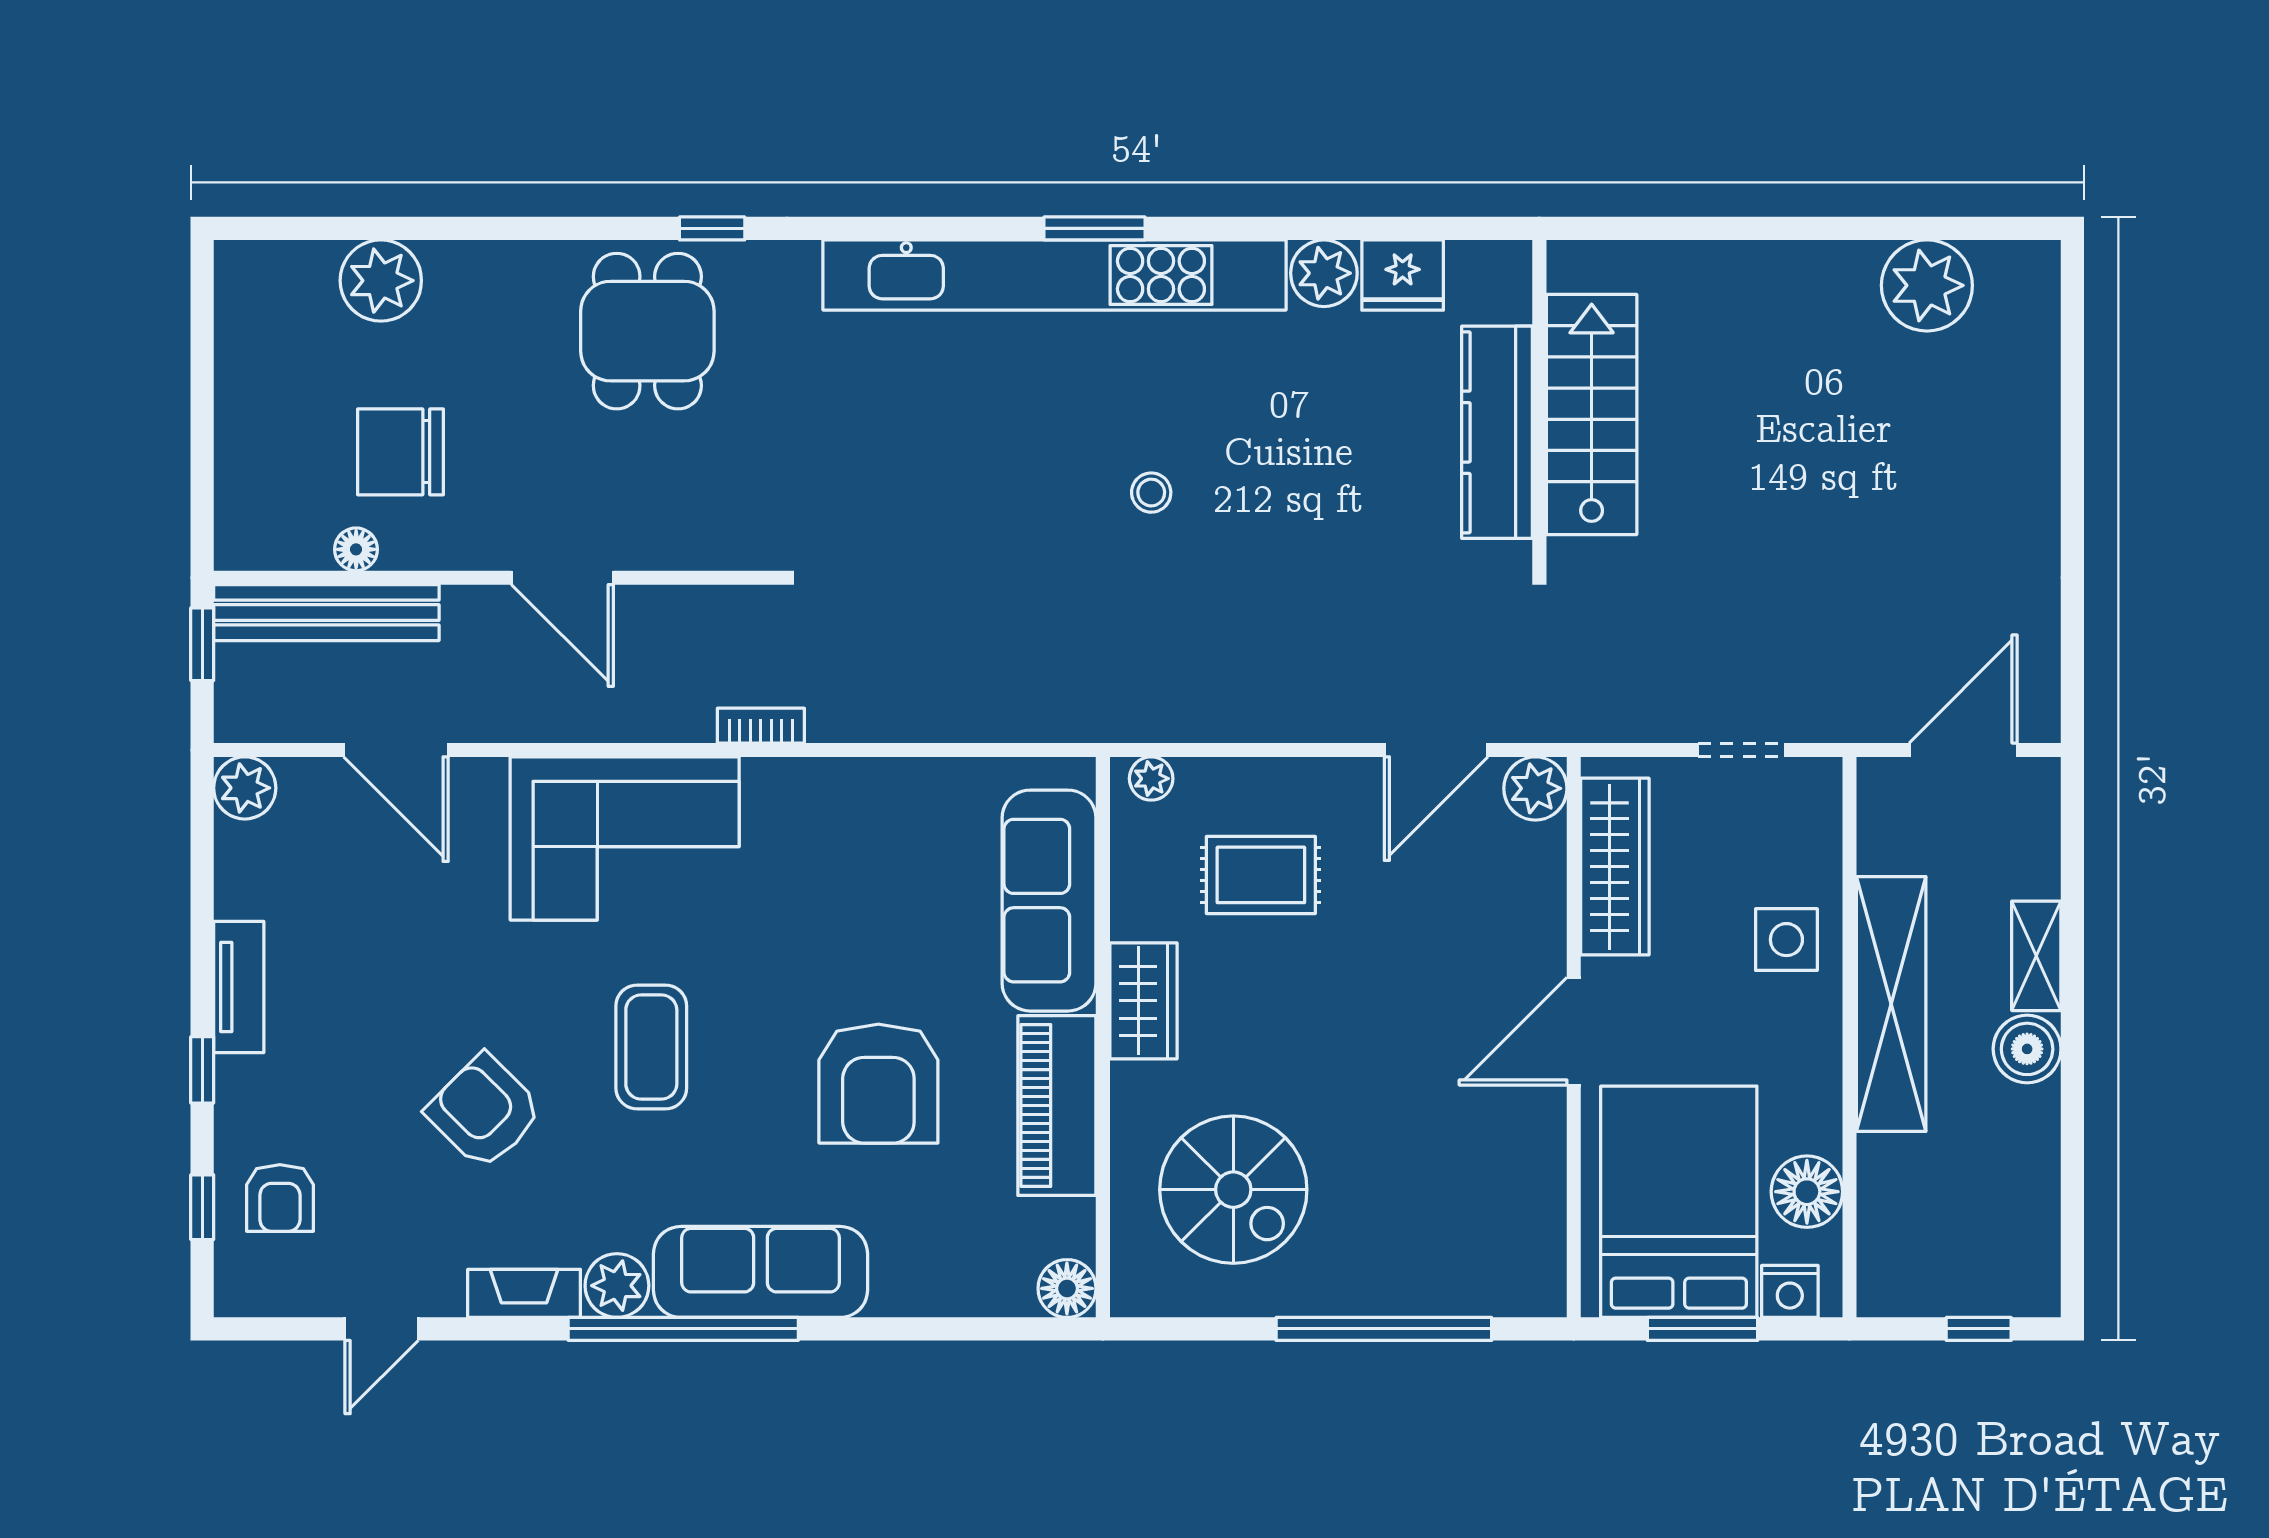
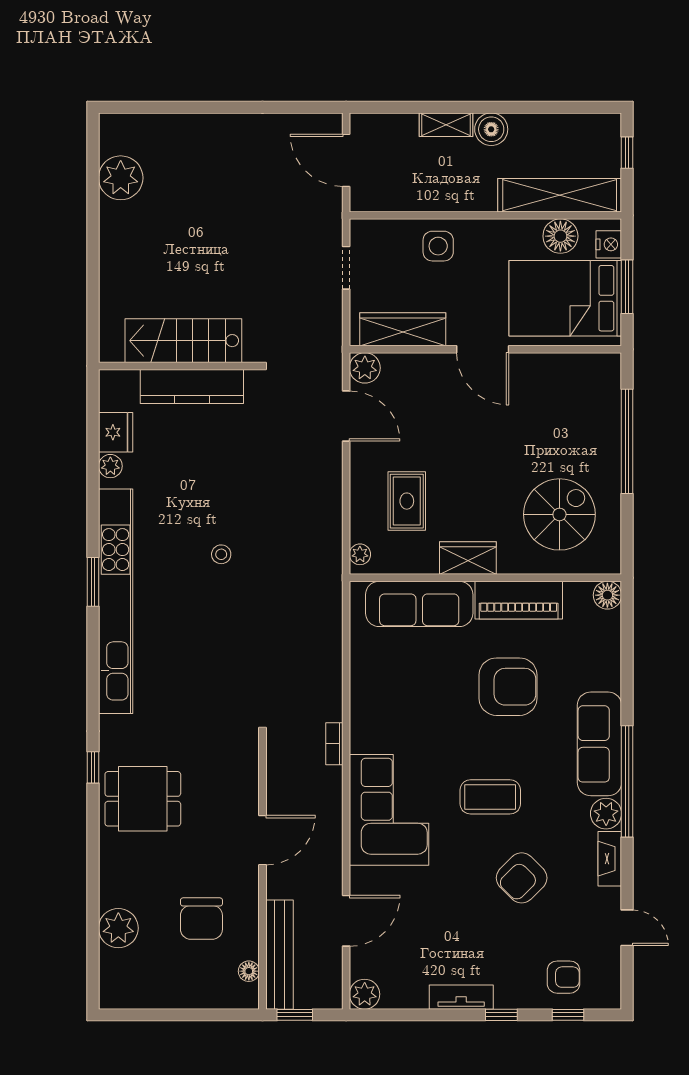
plant: (1324, 273) -> (110, 466), width x0.73, depth x0.73
floor lamp: (356, 549) -> (249, 971), moved
shelving: (1891, 1004) -> (560, 195), moved

